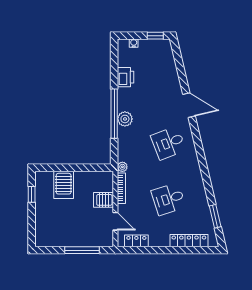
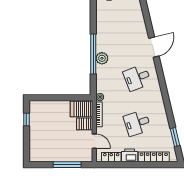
printer: (126, 77) -> (130, 155), moved, turned -90
door: (189, 105) -> (154, 47), hinge flipped
server rack: (64, 185) -> (82, 109), moved, turned 90

